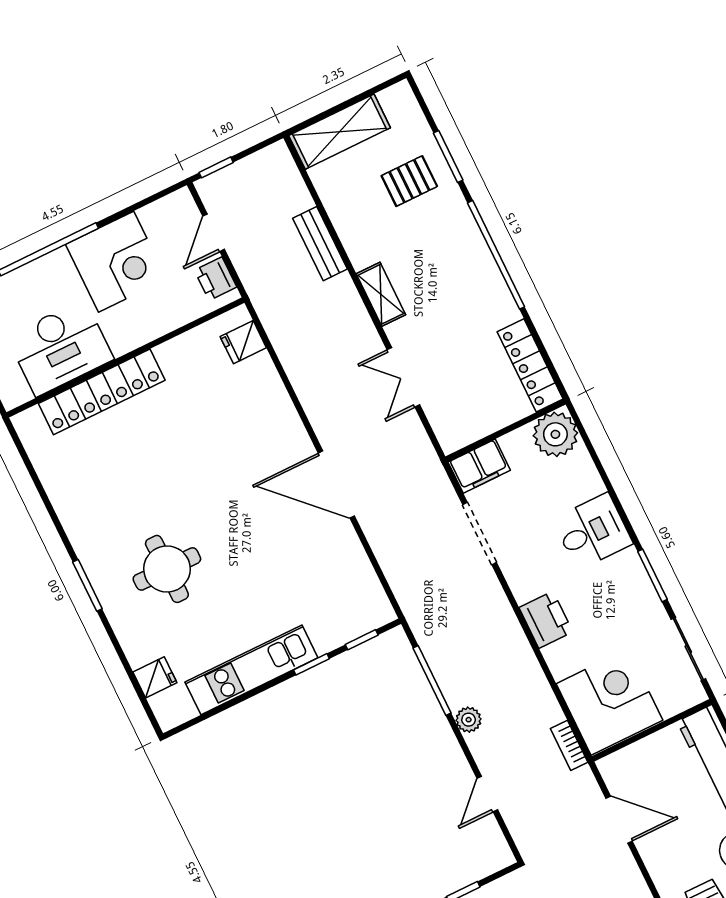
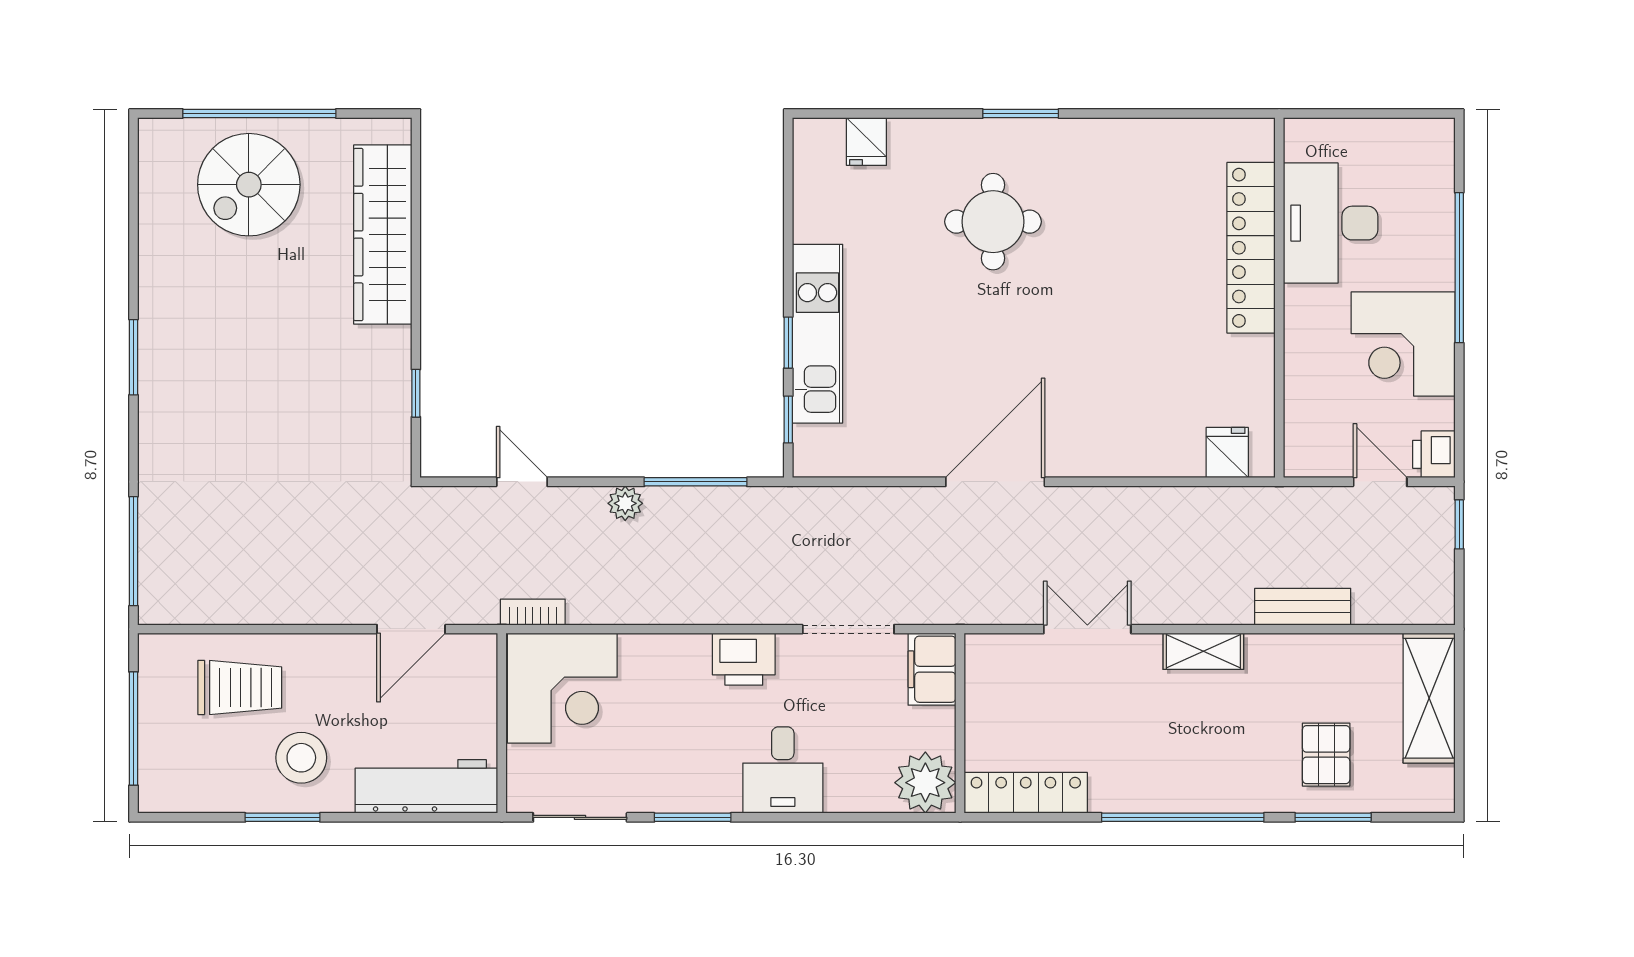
printer: (216, 279) -> (1434, 454), moved, turned -90
printer: (546, 620) -> (744, 659), moved
kitchen unit: (251, 670) -> (817, 334), moved

